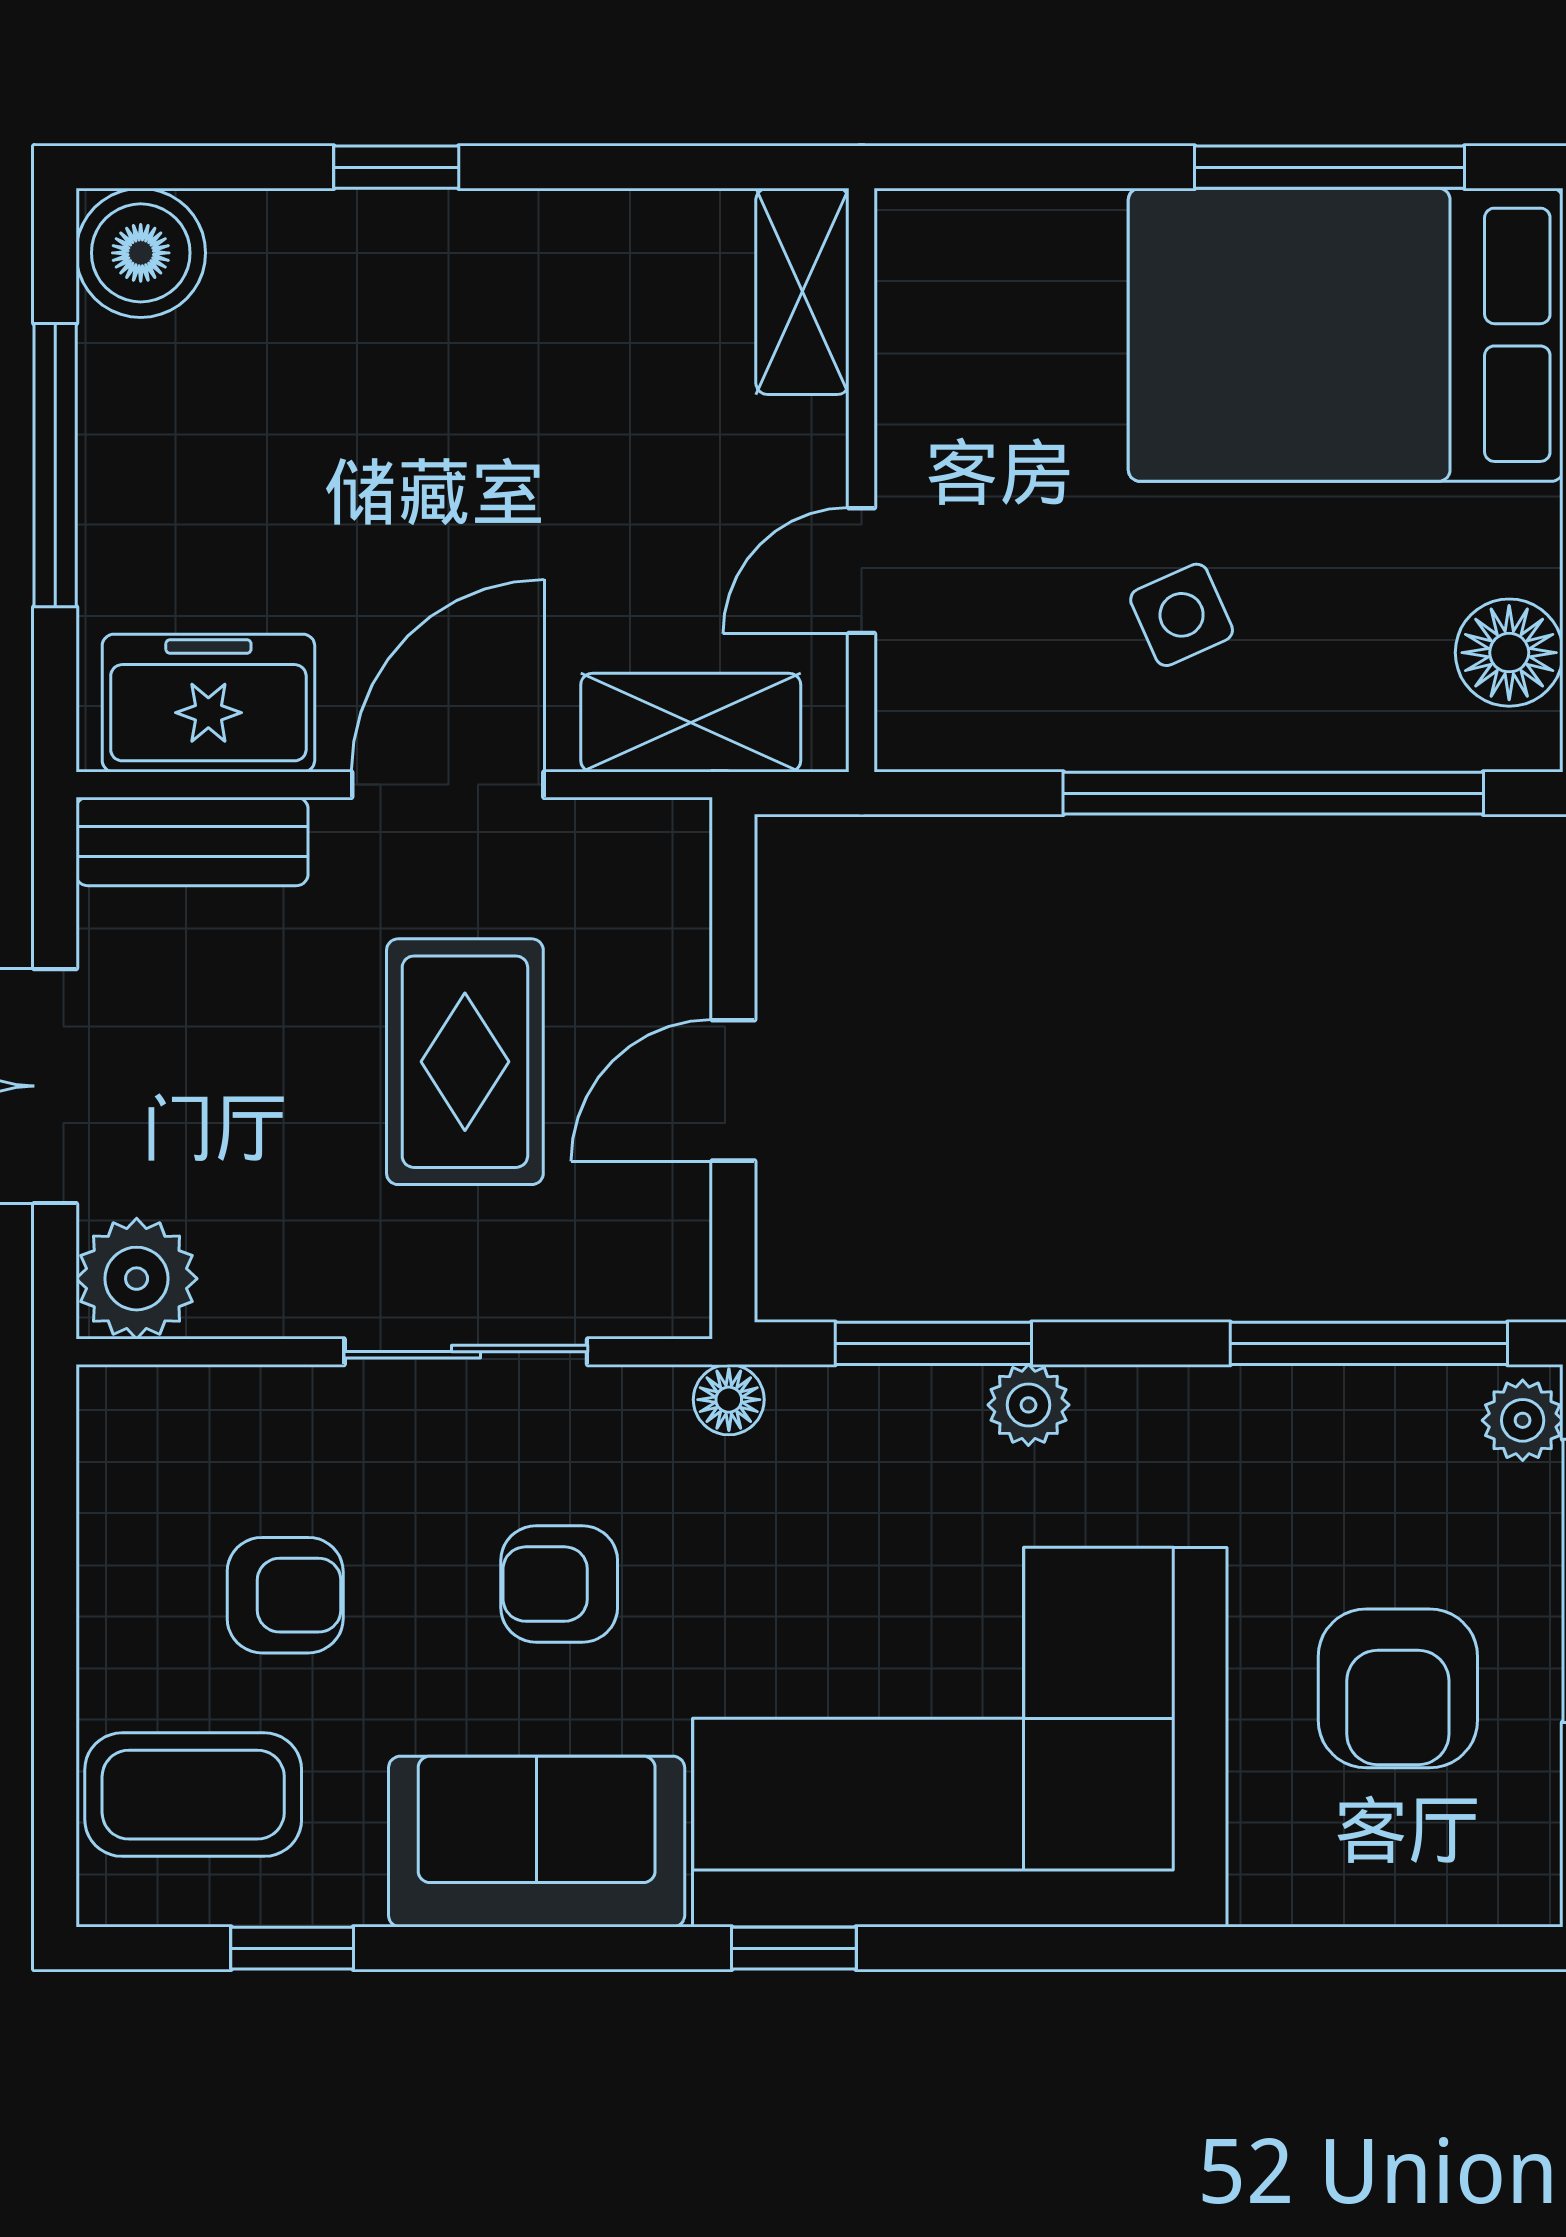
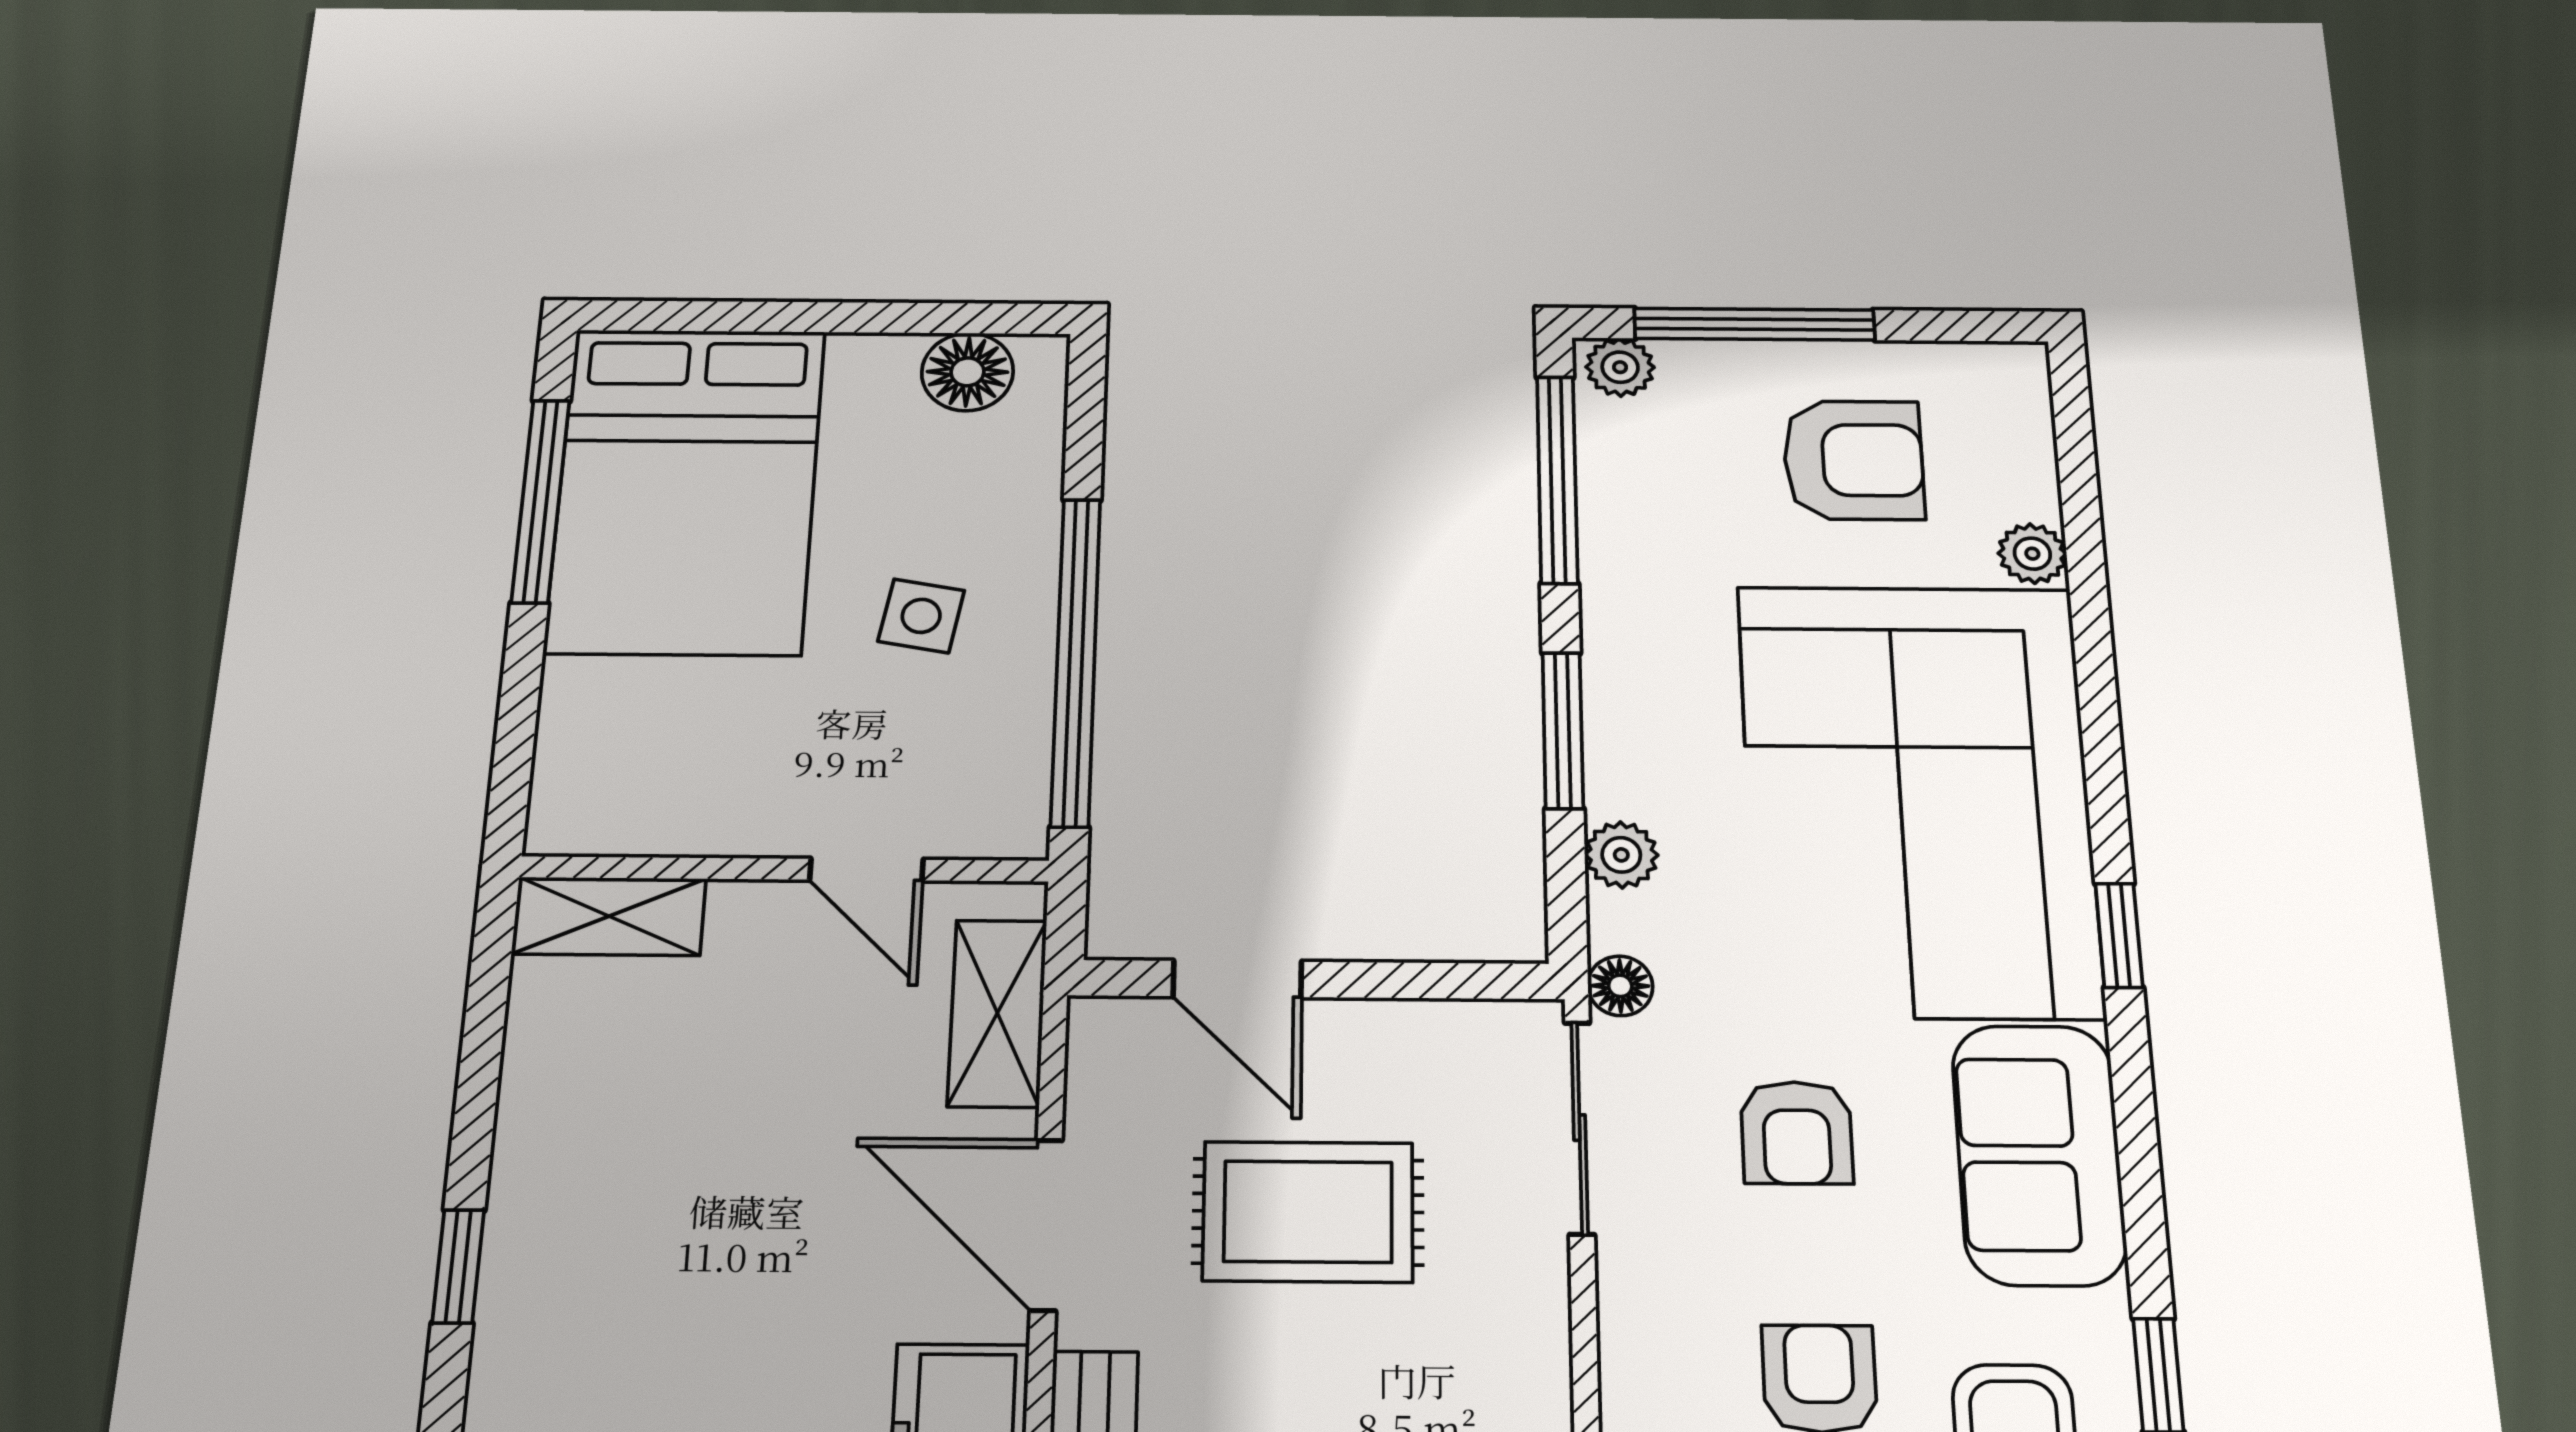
side table: (1182, 615) -> (921, 616), turned 34
window: (1273, 793) -> (1076, 660), moved
door: (733, 1090) -> (1237, 979), moved
window: (933, 1343) -> (1563, 730), moved
sliding door: (466, 1352) -> (1580, 1128), moved
plant: (1028, 1405) -> (1621, 855), moved
plant: (1274, 1888) -> (2032, 554), added

